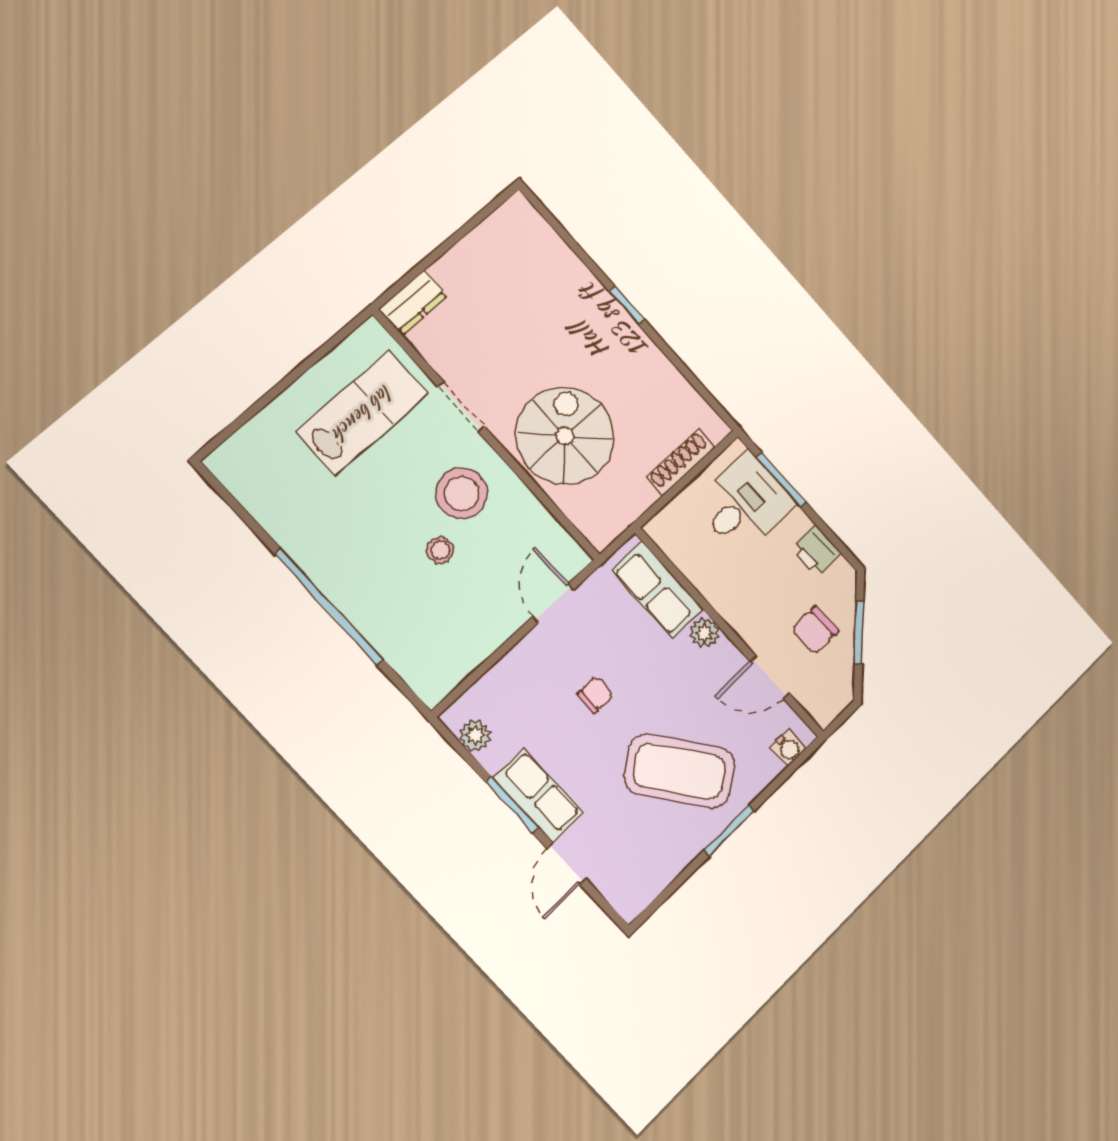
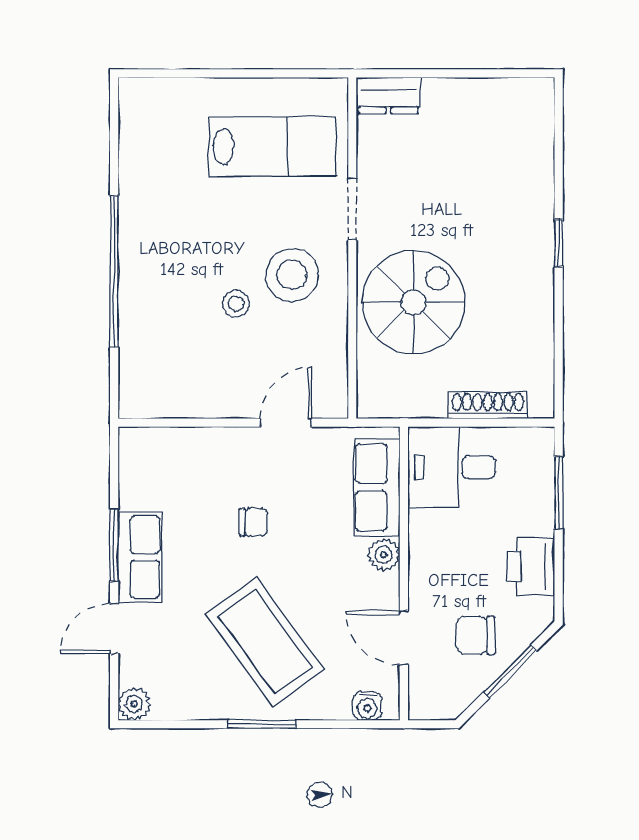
desk: (745, 503) -> (452, 467), moved, turned 180
printer: (816, 550) -> (531, 567), width x1.36, depth x1.24
plant: (475, 735) -> (134, 704), moved

